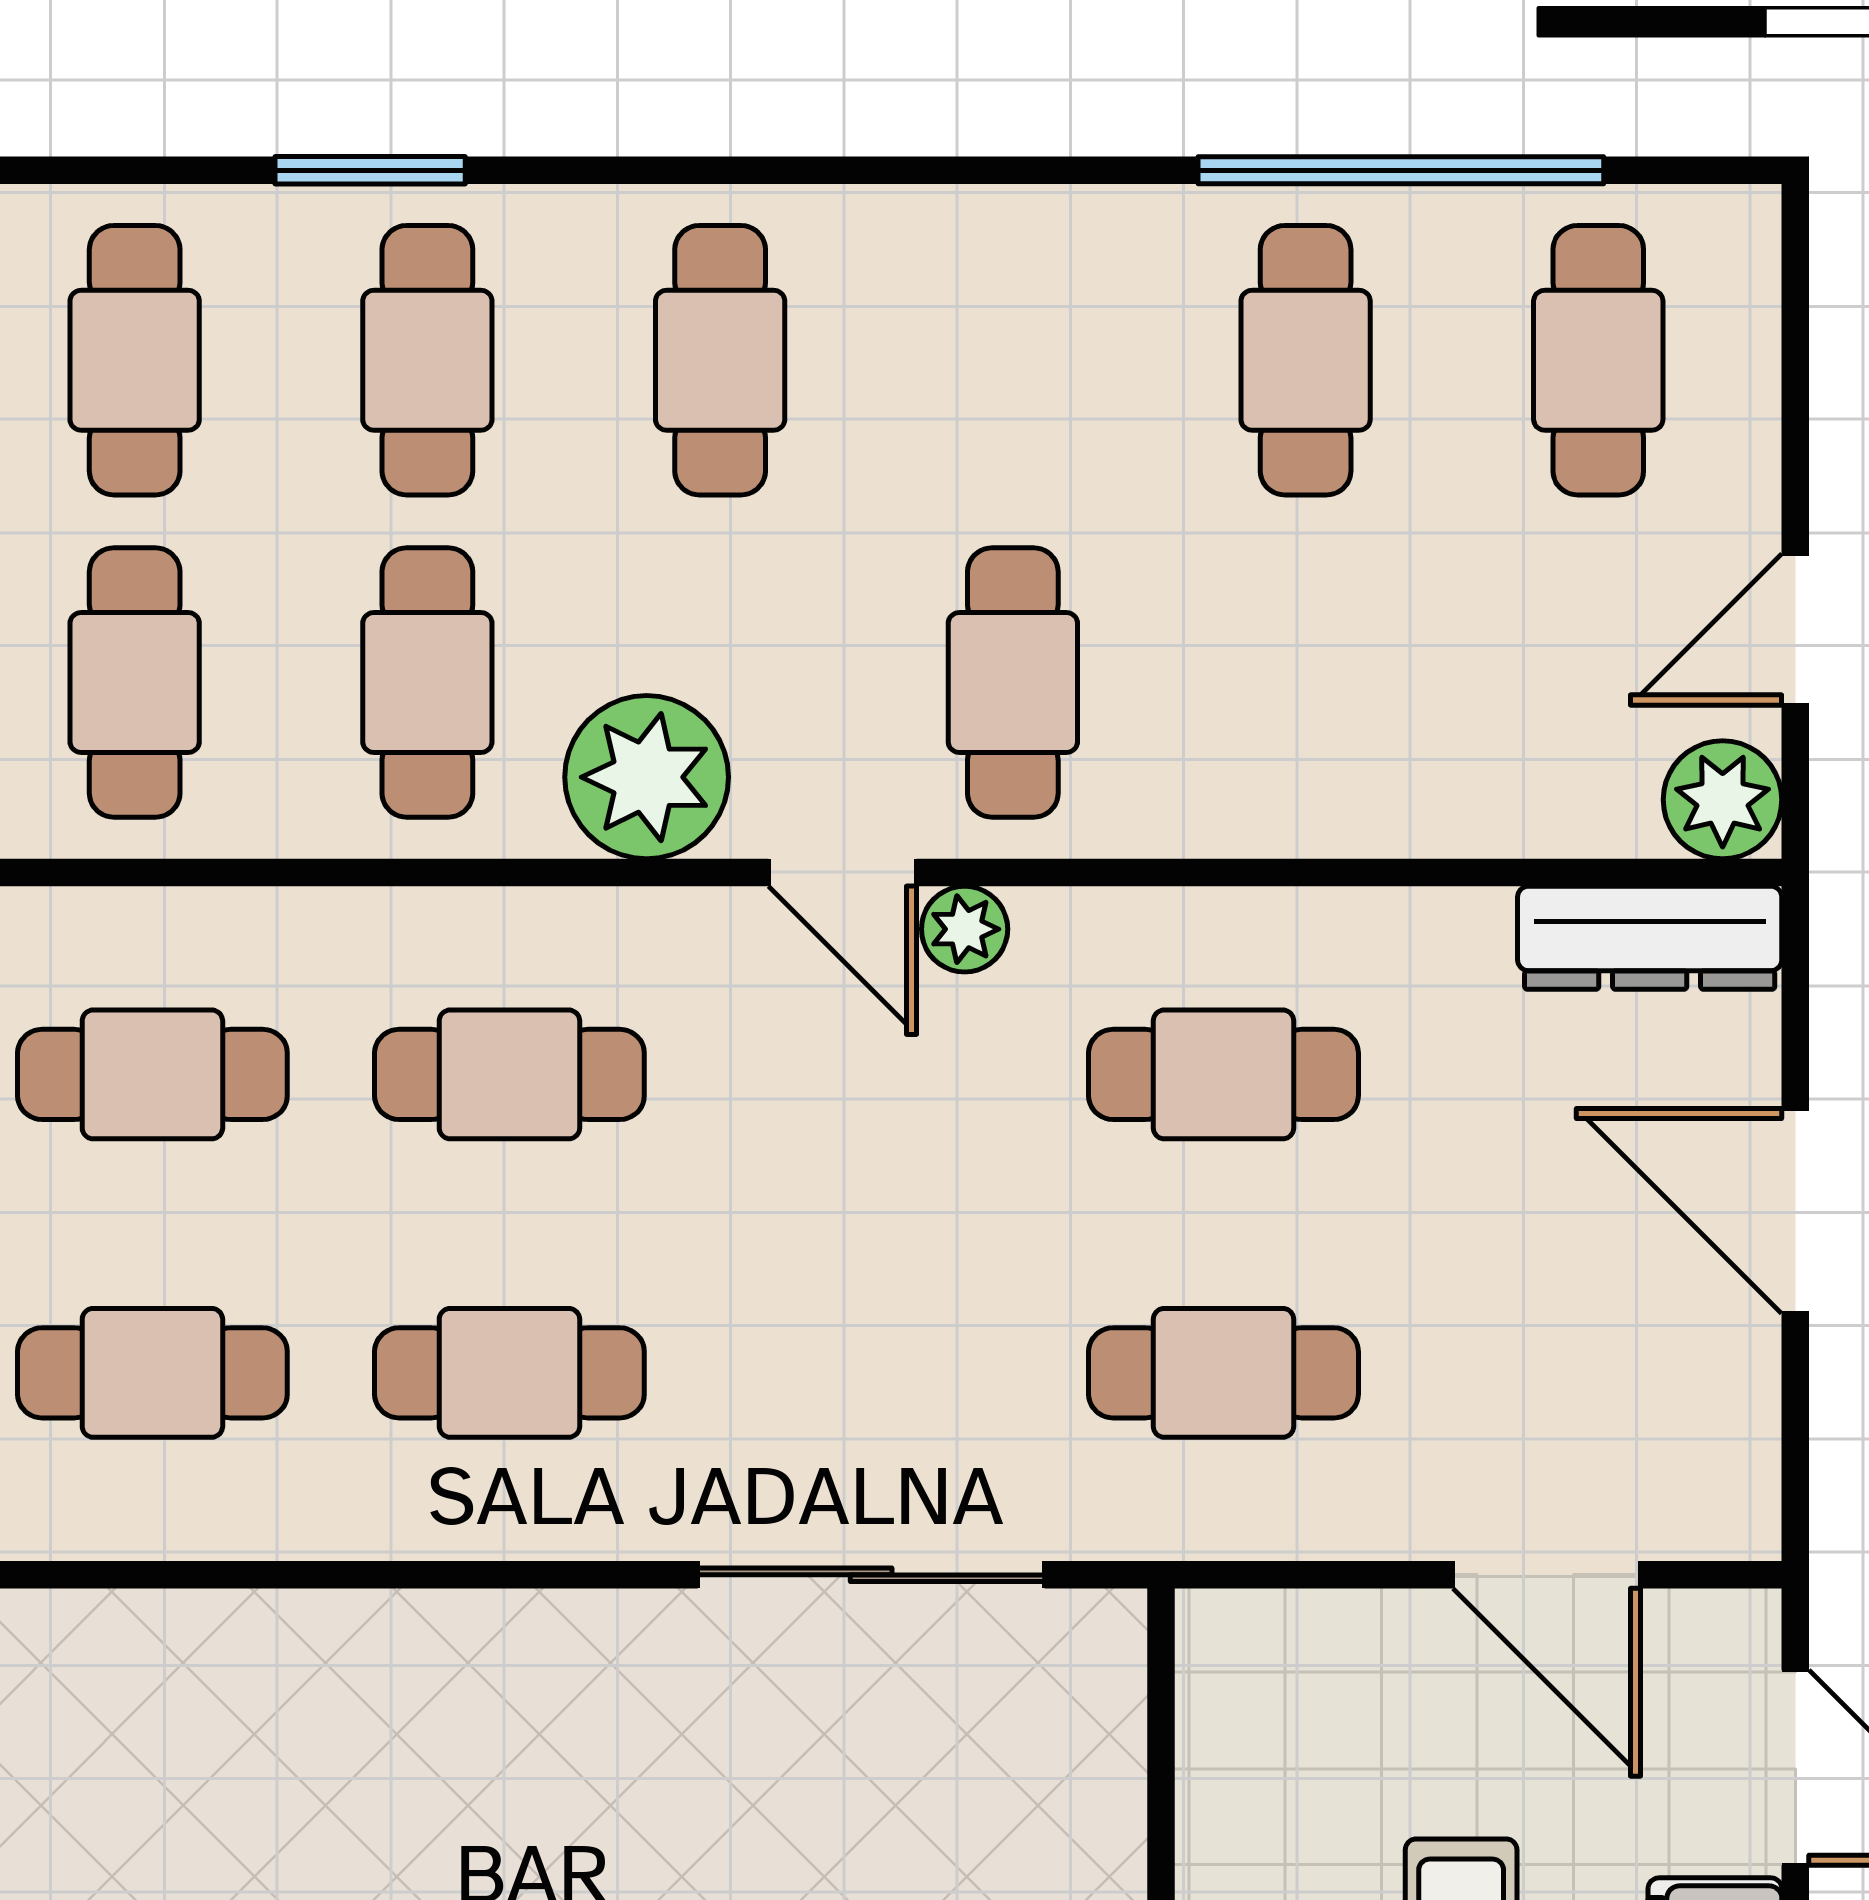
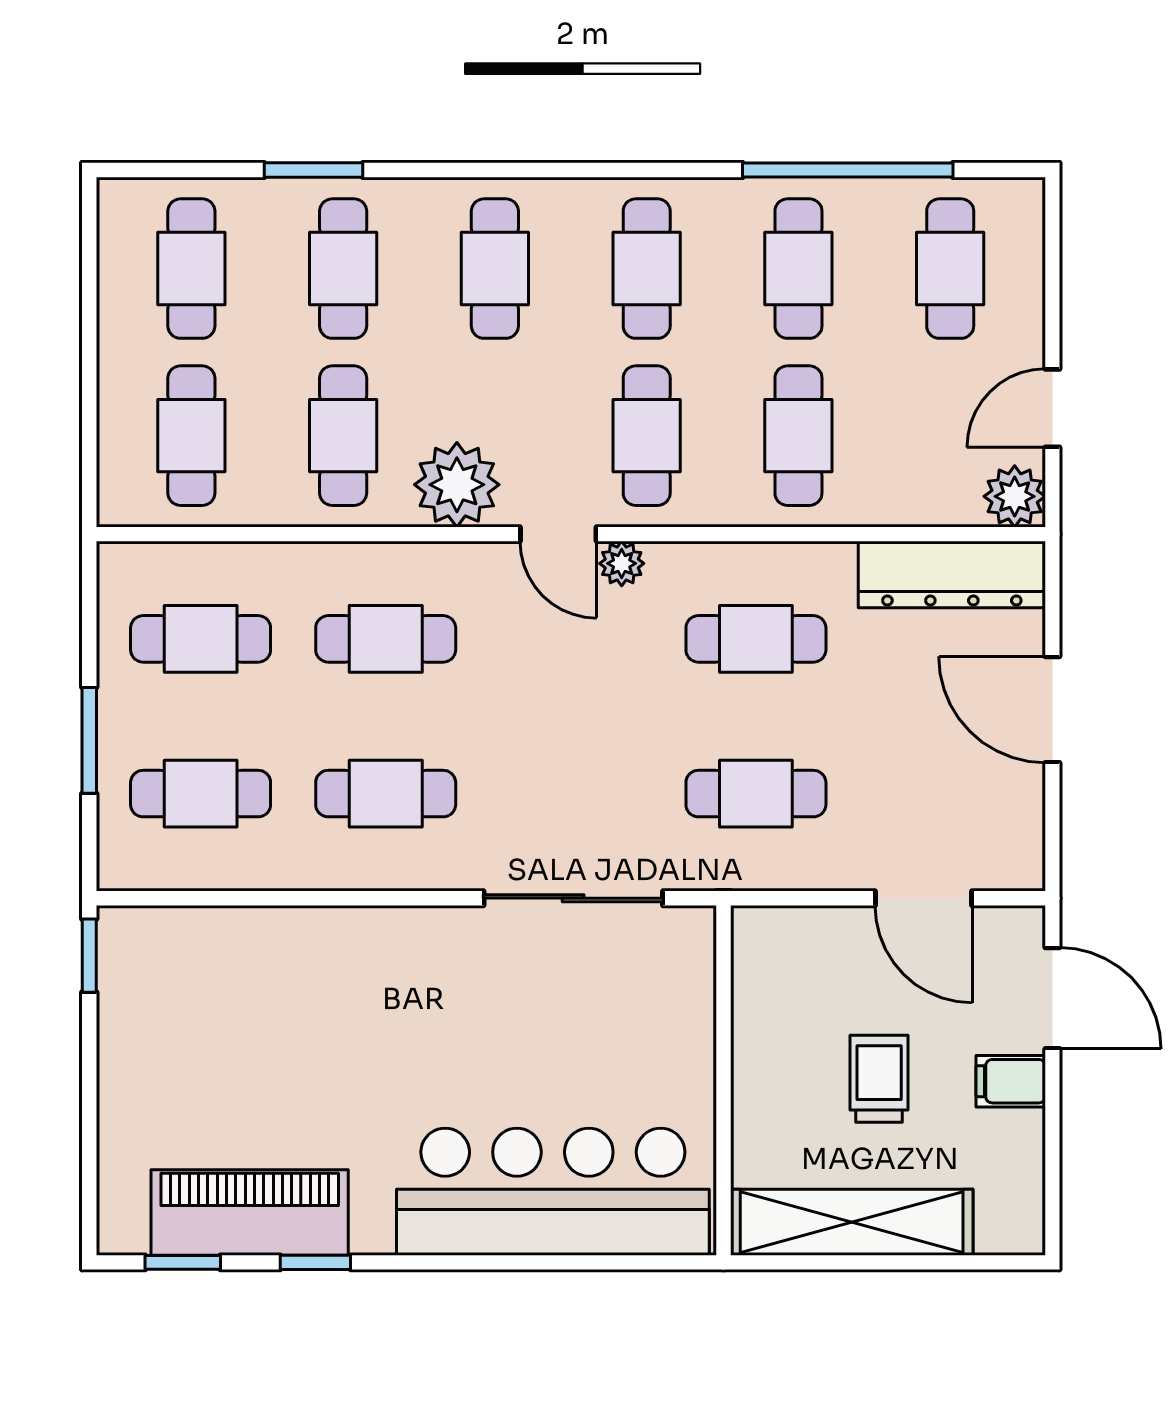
cafe table: (1013, 360) -> (647, 269), added
cafe table: (1306, 682) -> (798, 436), added
dresser: (1650, 938) -> (952, 575), width x1.37, depth x1.24

